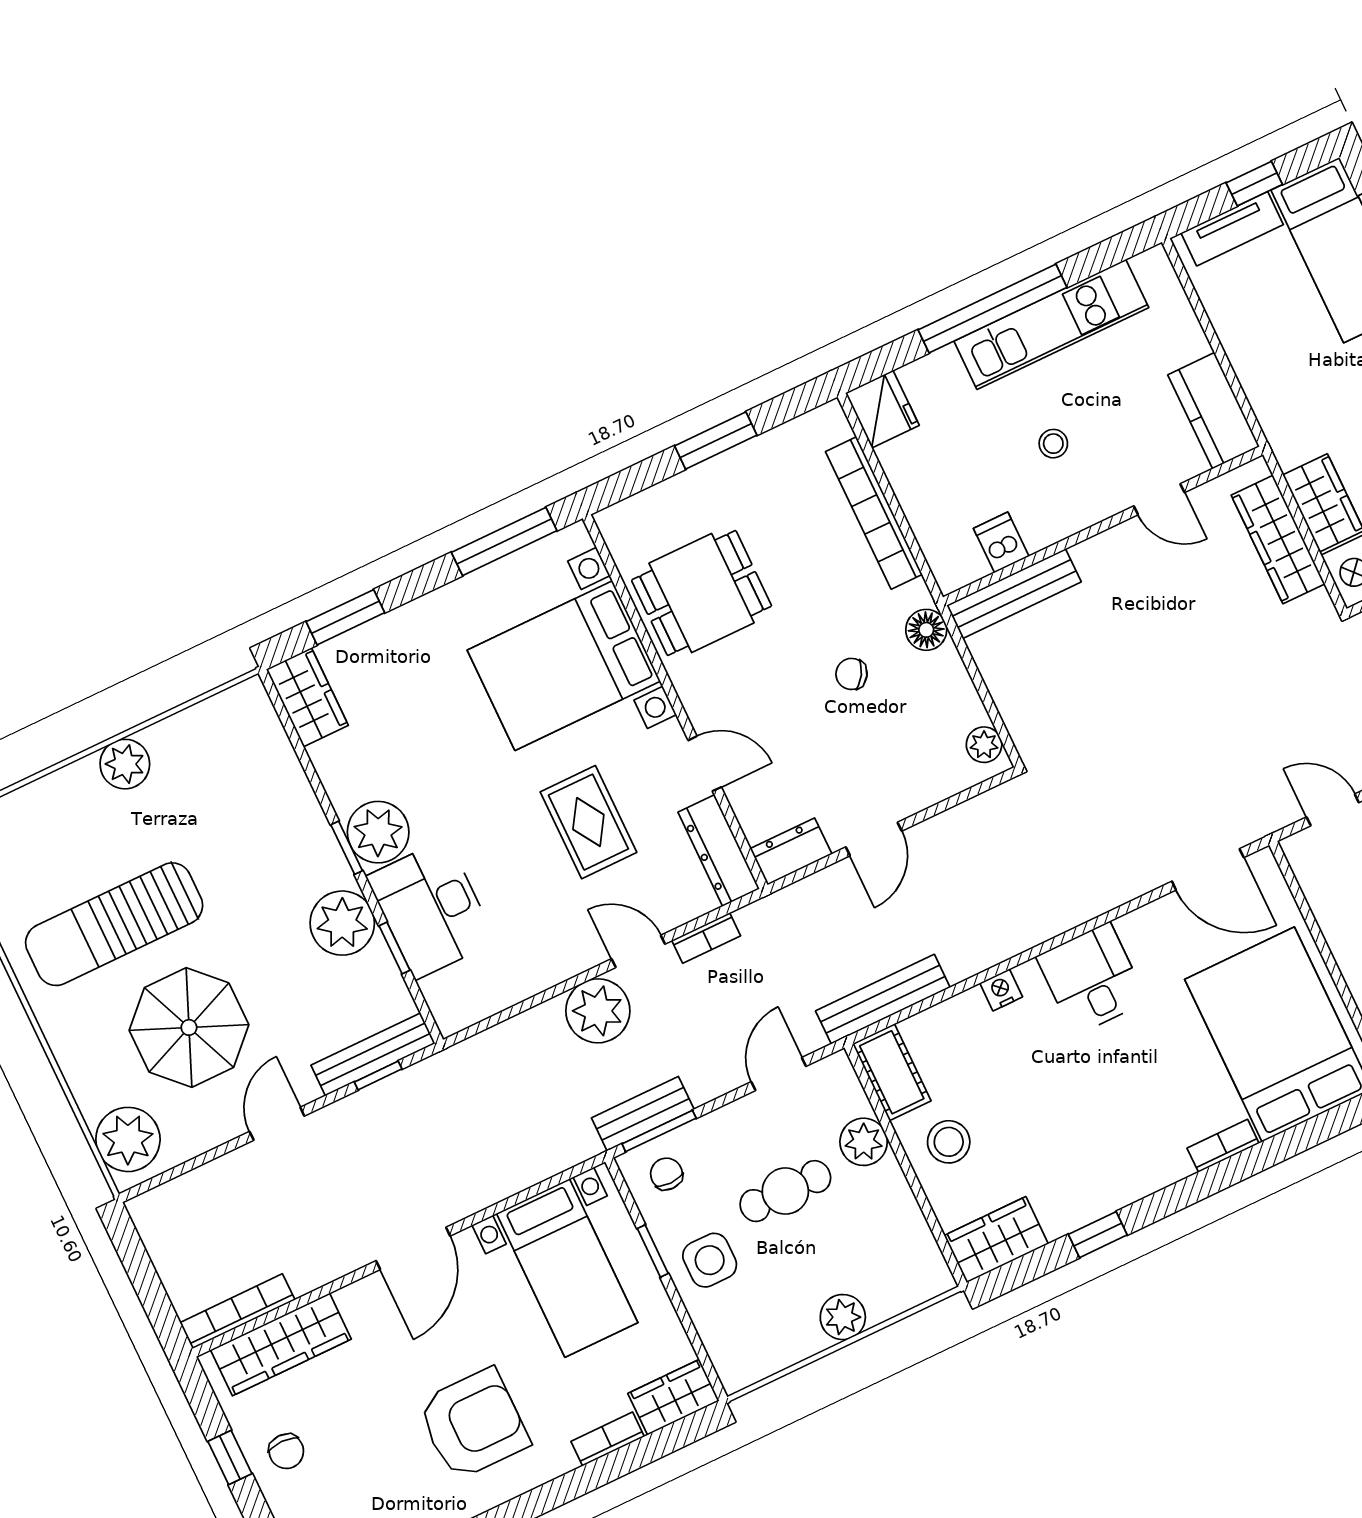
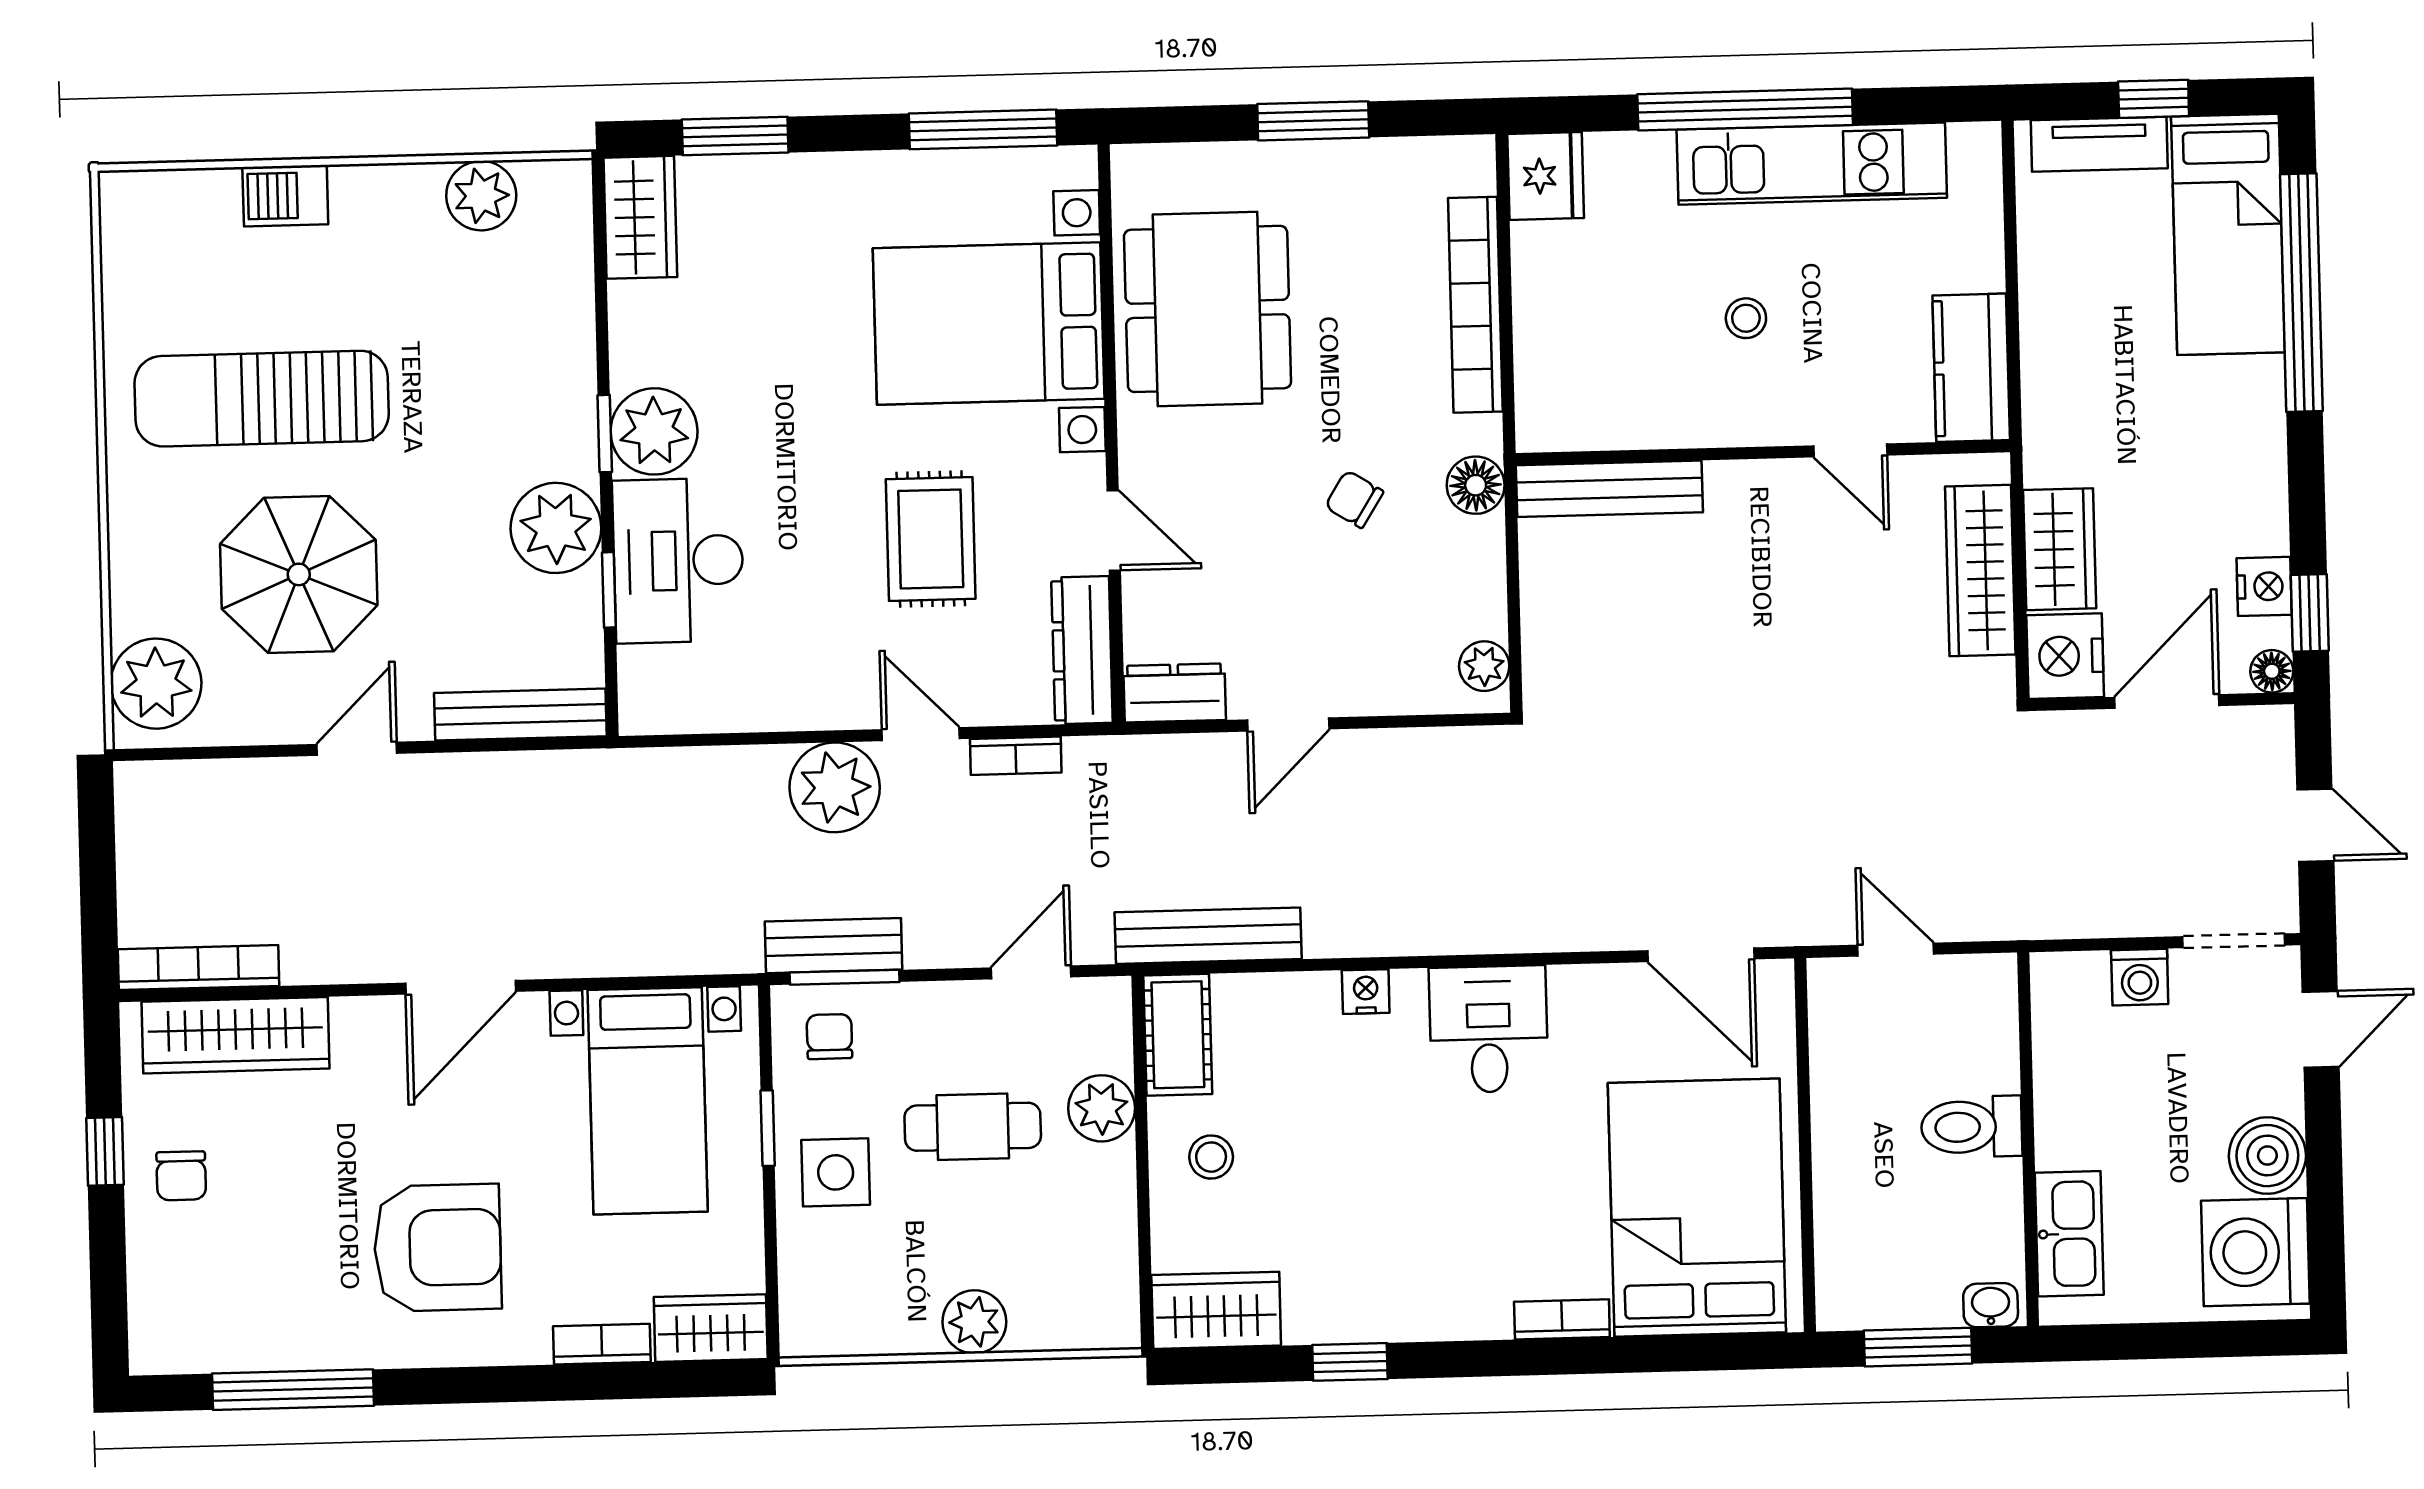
dishwasher: (1001, 542) -> (1622, 416), removed
dining table: (702, 593) -> (1208, 309), width x1.38
plant: (125, 764) -> (481, 196), moved
barbecue: (71, 786) -> (285, 196), added
window: (378, 1075) -> (515, 745), removed
stool: (949, 1142) -> (1211, 1157), width x0.73, depth x0.73

